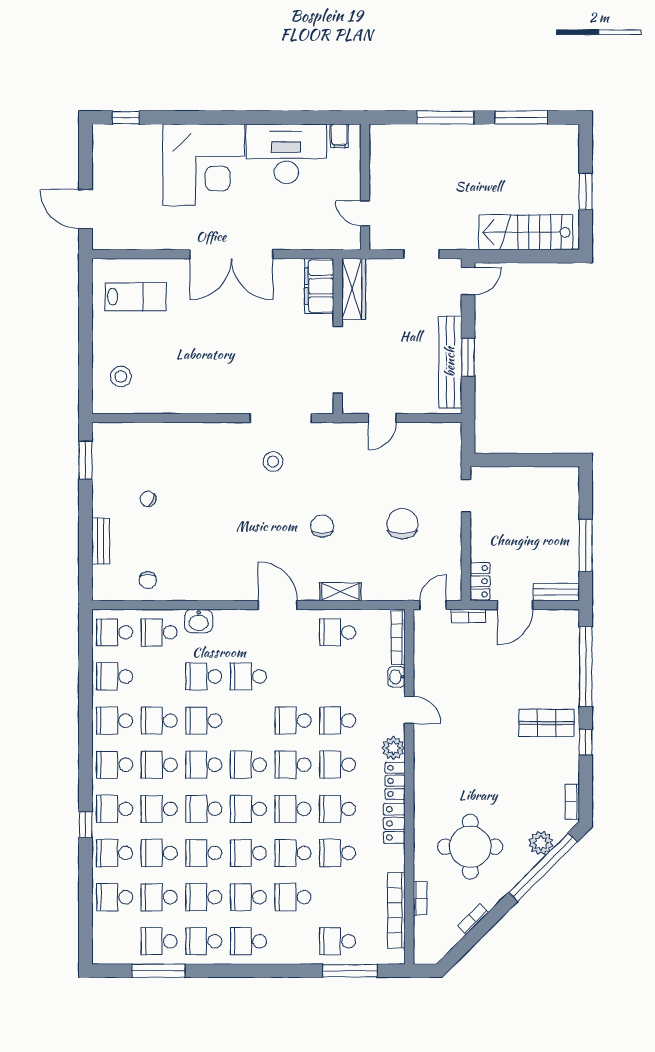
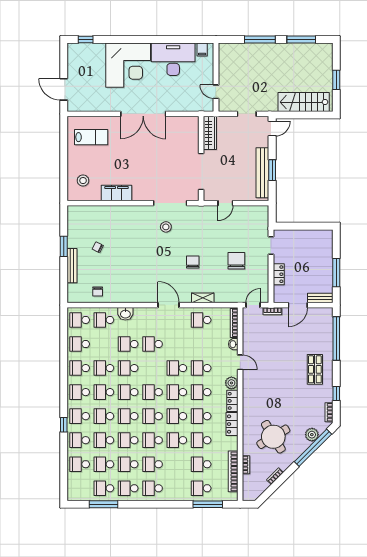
filing cabinet: (319, 286) -> (117, 193), moved, turned 90
window: (86, 460) -> (64, 246), moved
bench: (101, 541) -> (72, 266), width x1.36
locker: (480, 581) -> (279, 274), moved
shop shelf: (546, 723) -> (315, 369), turned 90
window: (586, 742) -> (336, 394), moved
round table: (470, 847) -> (273, 437), turned -31
school desk: (293, 897) -> (201, 464), moved

